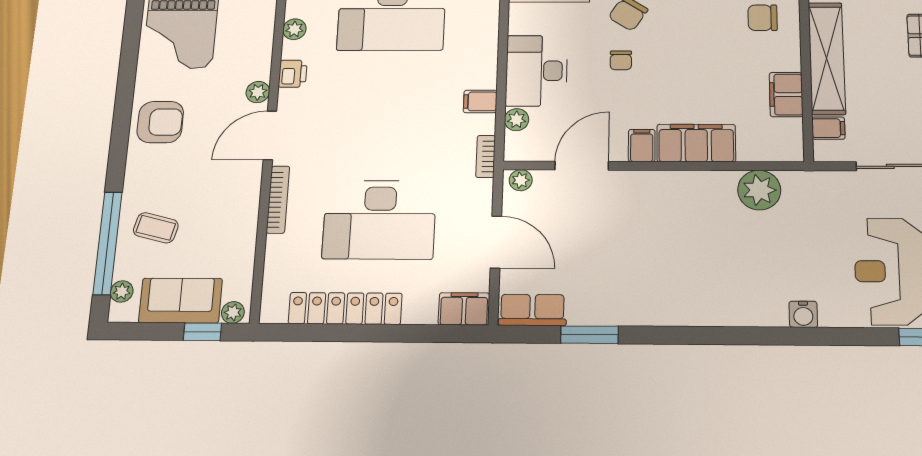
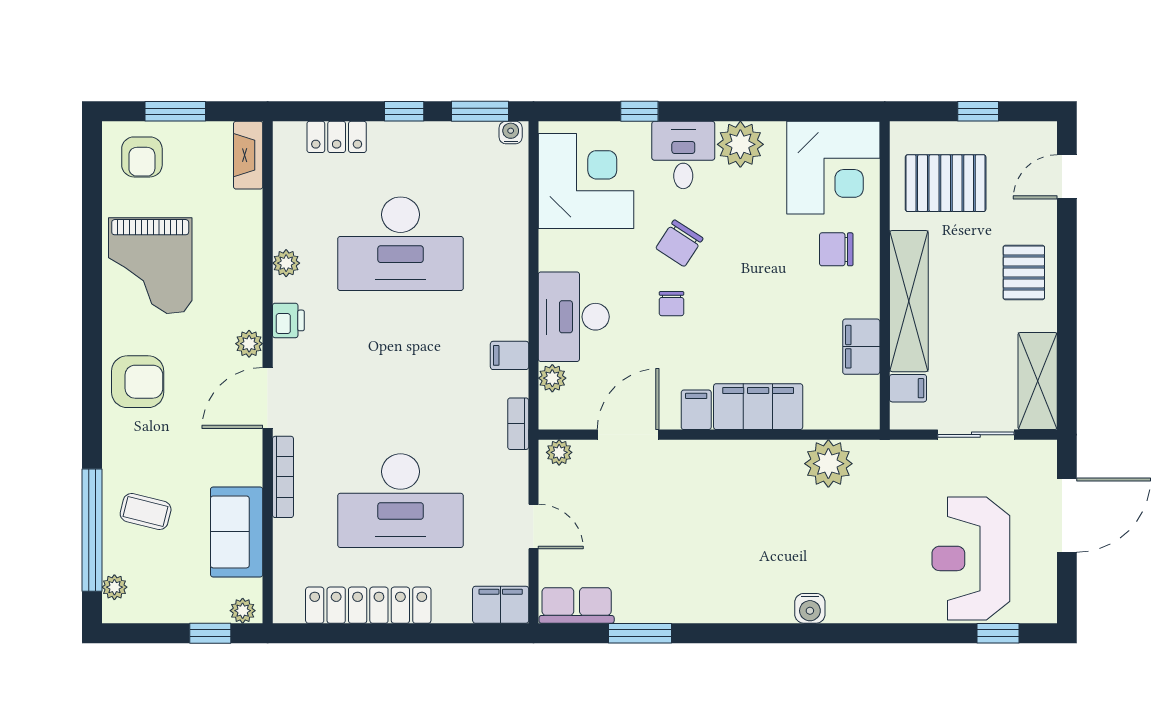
door: (496, 242) -> (533, 527), width x0.73
sofa: (180, 301) -> (237, 532), moved, turned -90
water cooler: (803, 314) -> (810, 608), moved

